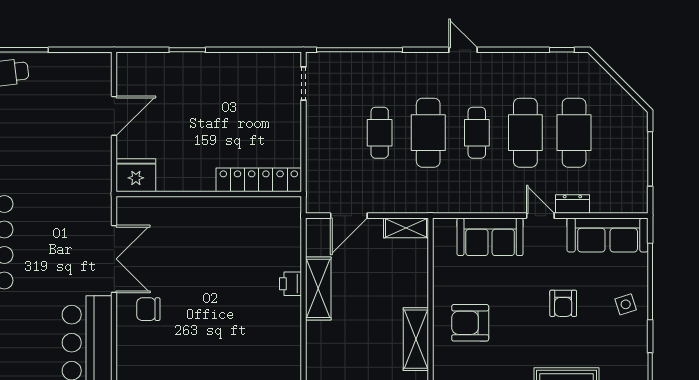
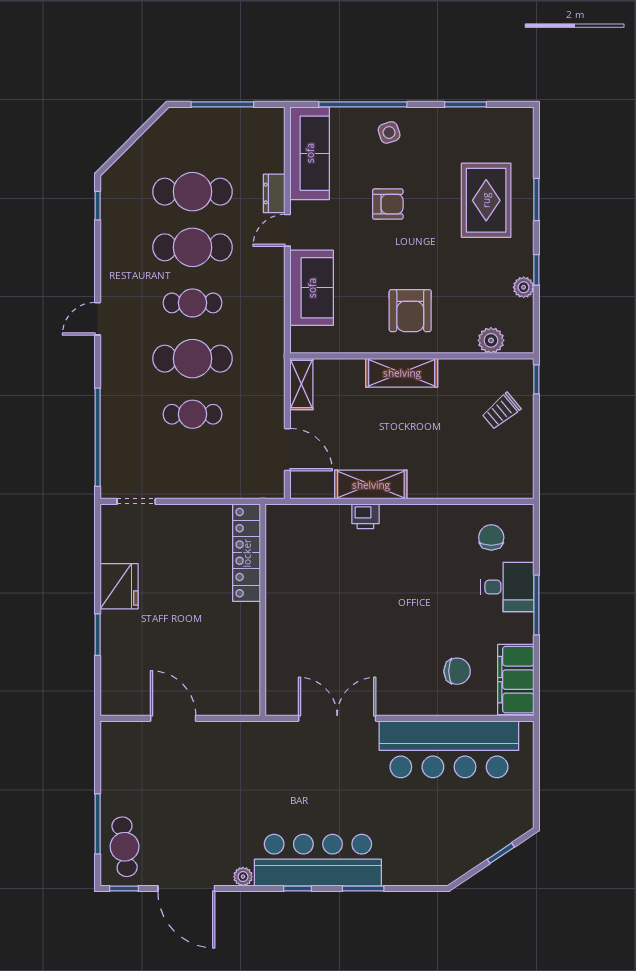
fridge: (136, 175) -> (119, 586), moved, turned 180
chair: (148, 309) -> (457, 671), moved, turned -90
shelving: (416, 339) -> (402, 373), moved

